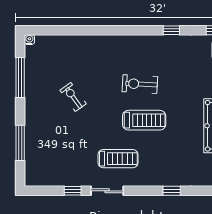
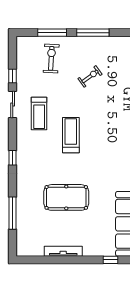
window: (20, 77) -> (93, 33), moved
exercise bike: (140, 84) -> (51, 58), moved
treadmill: (144, 120) -> (71, 135), turned 180

